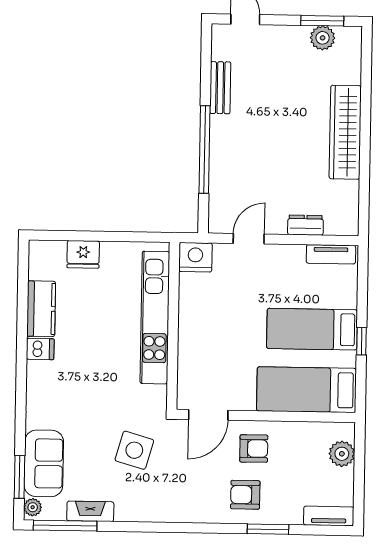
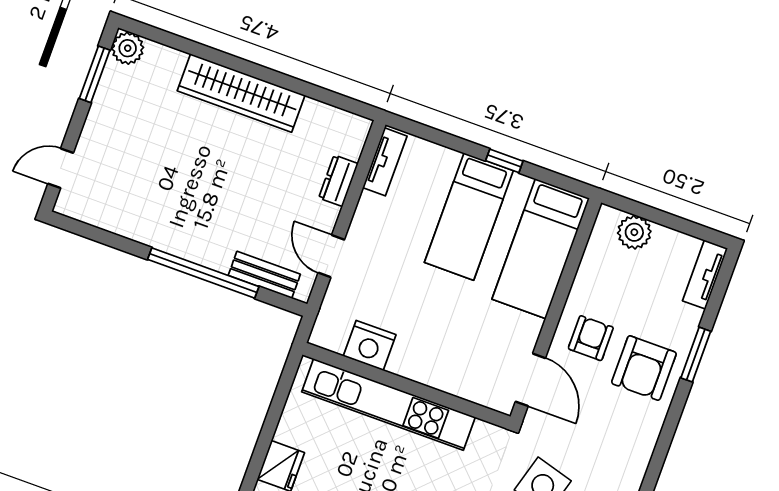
plant: (323, 38) -> (128, 48), moved
bench: (220, 88) -> (264, 275), moved
nightstand: (195, 257) -> (370, 345), moved, turned -90
armchair: (245, 495) -> (644, 368), width x1.38, depth x1.38

